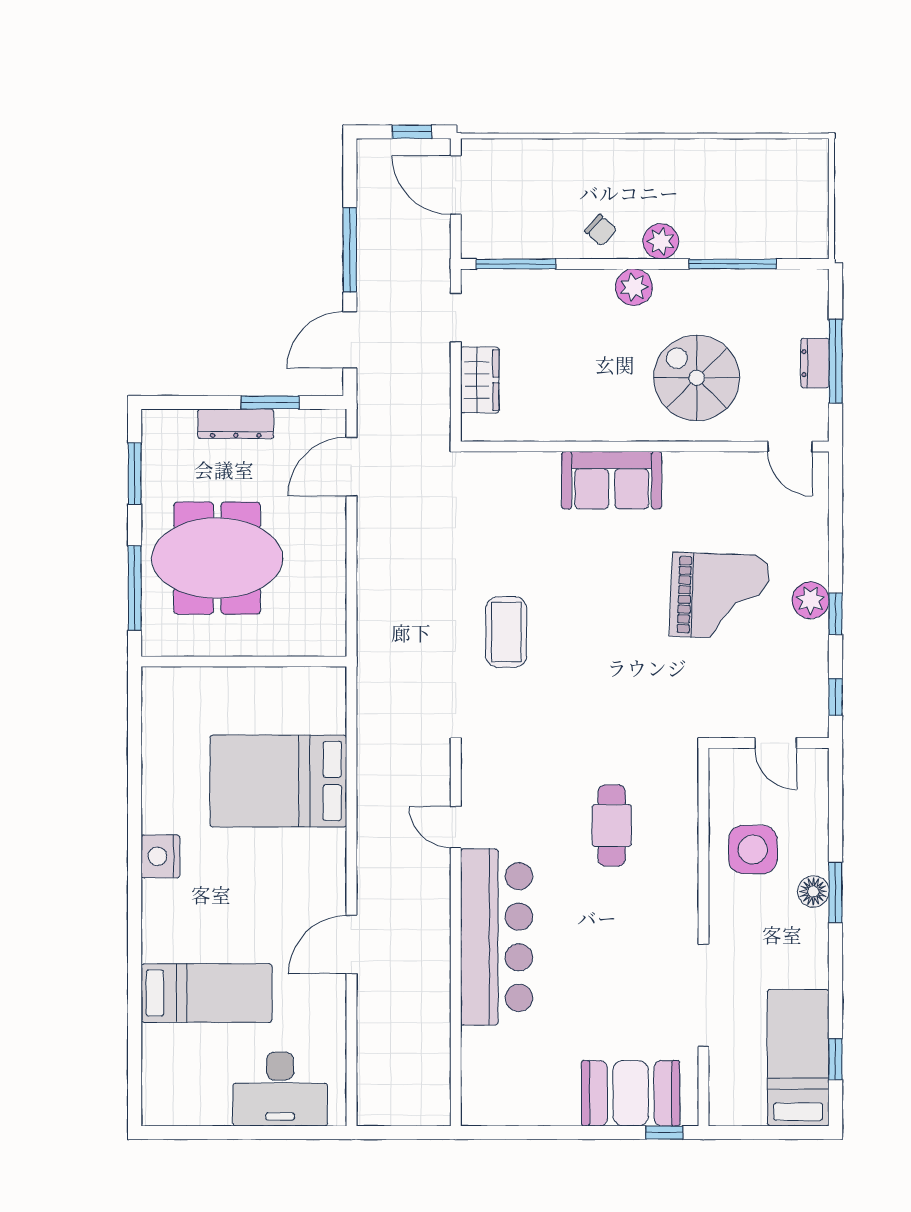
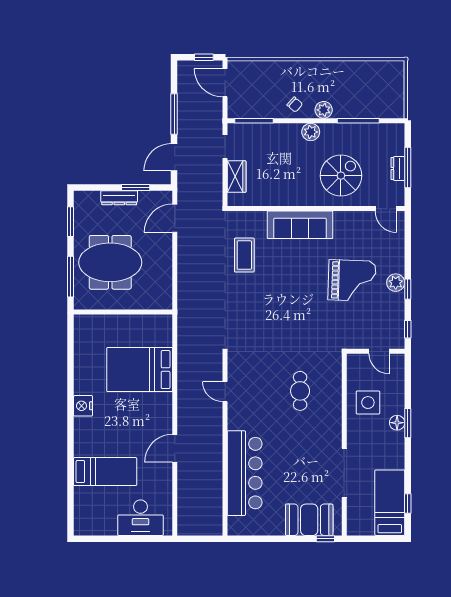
spiral stairs: (697, 378) -> (341, 176), turned 90
sofa: (612, 480) -> (300, 225), width x1.36
coffee table: (506, 632) -> (244, 255), moved
bar counter: (497, 937) -> (245, 473), moved

